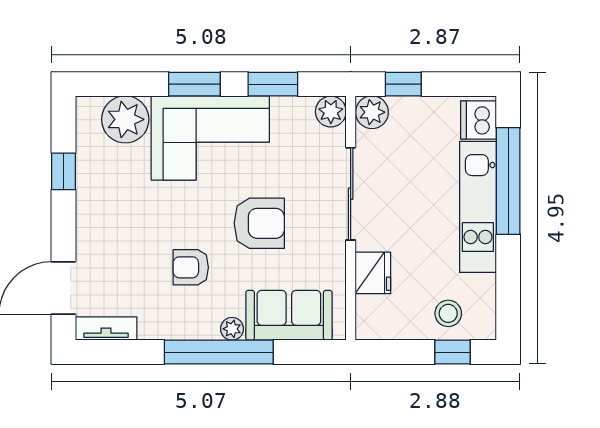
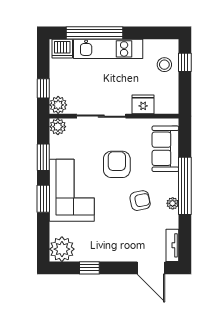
plant: (125, 119) -> (62, 249), moved
armchair: (191, 267) -> (140, 201), turned -102
plant: (232, 329) -> (173, 203), moved

